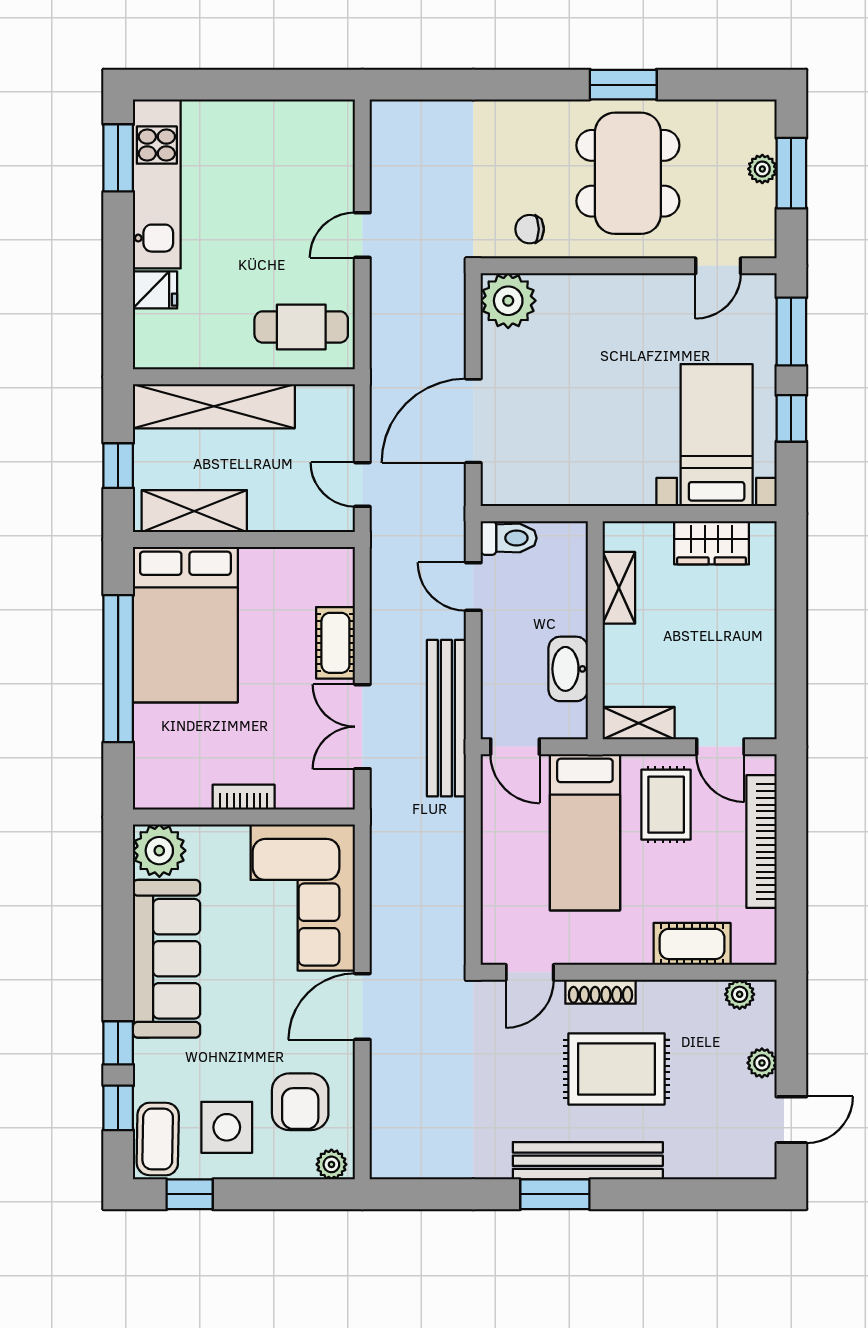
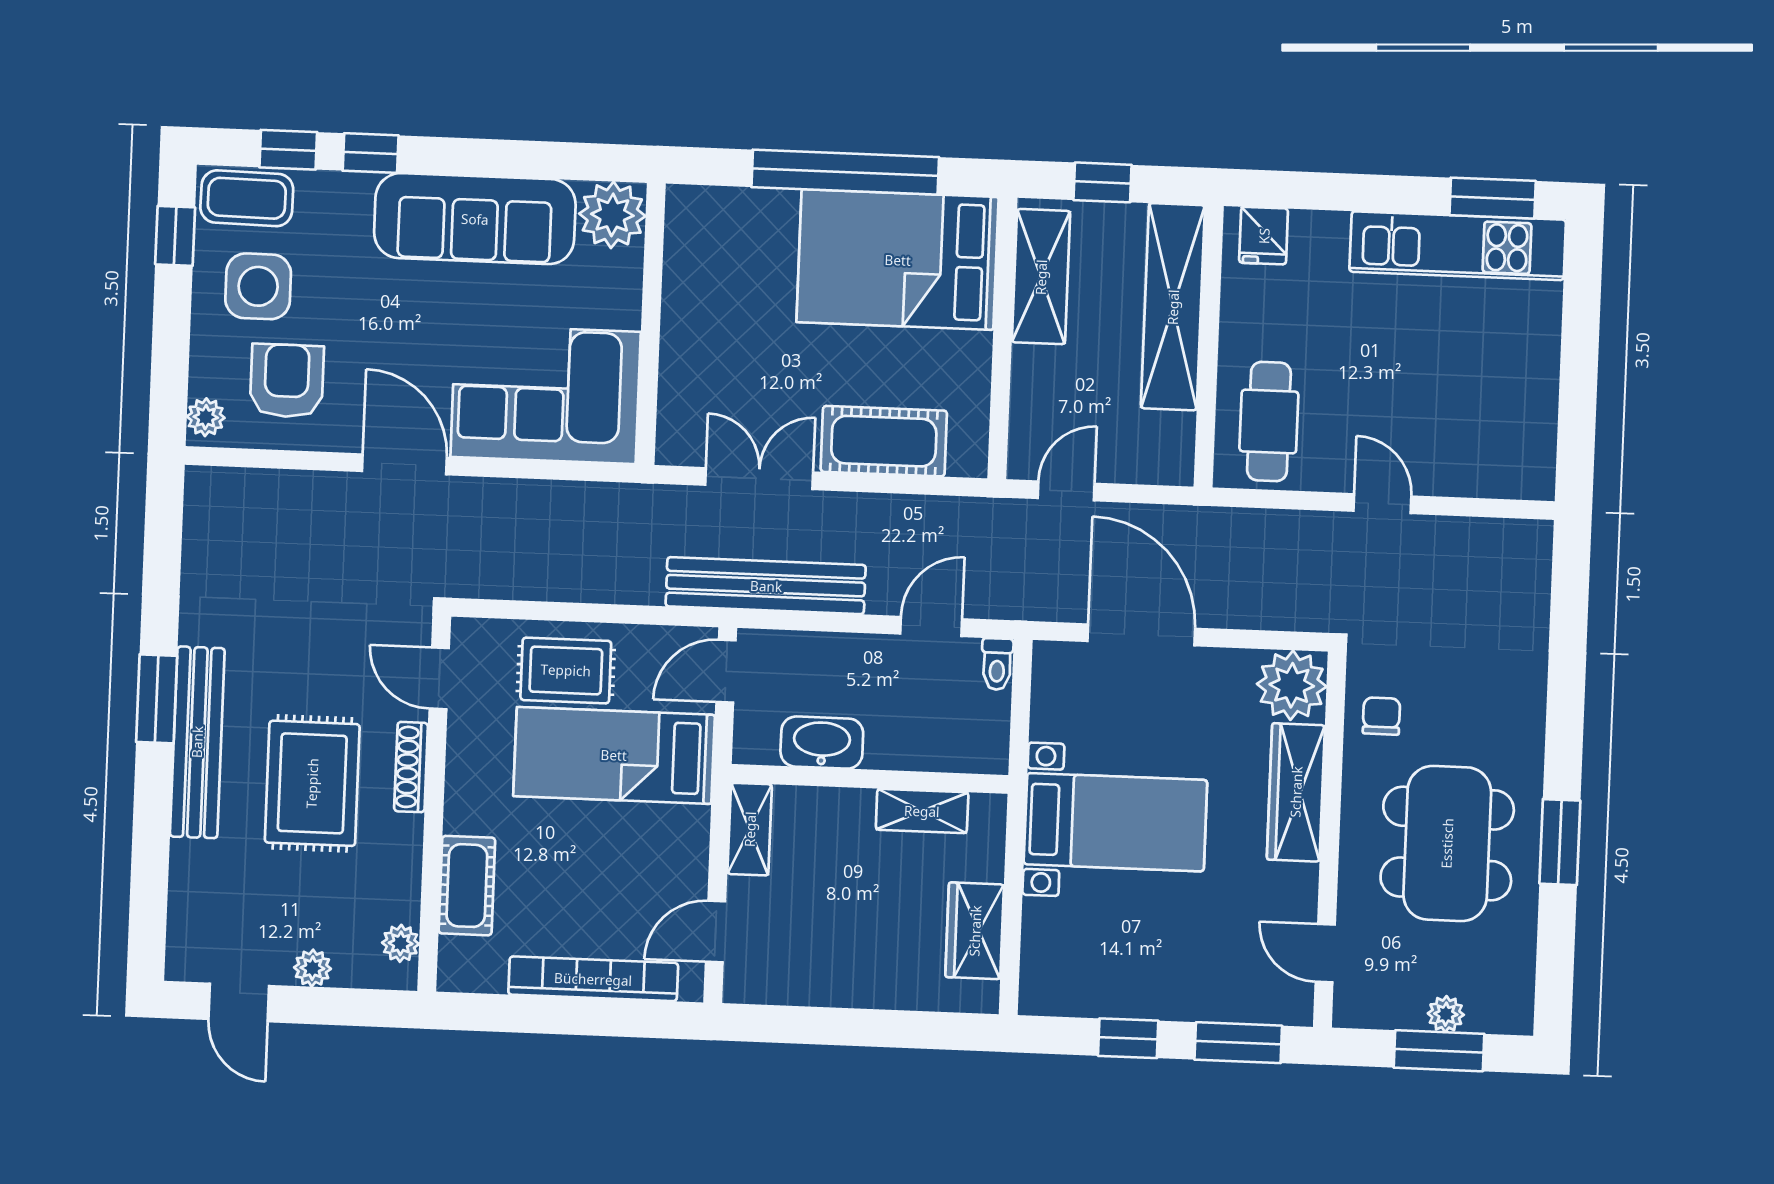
dining table: (628, 173) -> (1447, 843), turned 90
fridge: (155, 290) -> (1264, 236), moved
wardrobe: (592, 294) -> (1296, 792), added
bed with nightstands: (717, 435) -> (1115, 822), moved
toilet: (509, 538) -> (997, 664), width x0.73, depth x0.72
cot: (335, 643) -> (884, 441), width x1.37, depth x1.34
bookcase: (244, 797) -> (676, 324), removed
rug: (666, 805) -> (566, 670), moved
armchair: (300, 1102) -> (287, 381), turned 90

